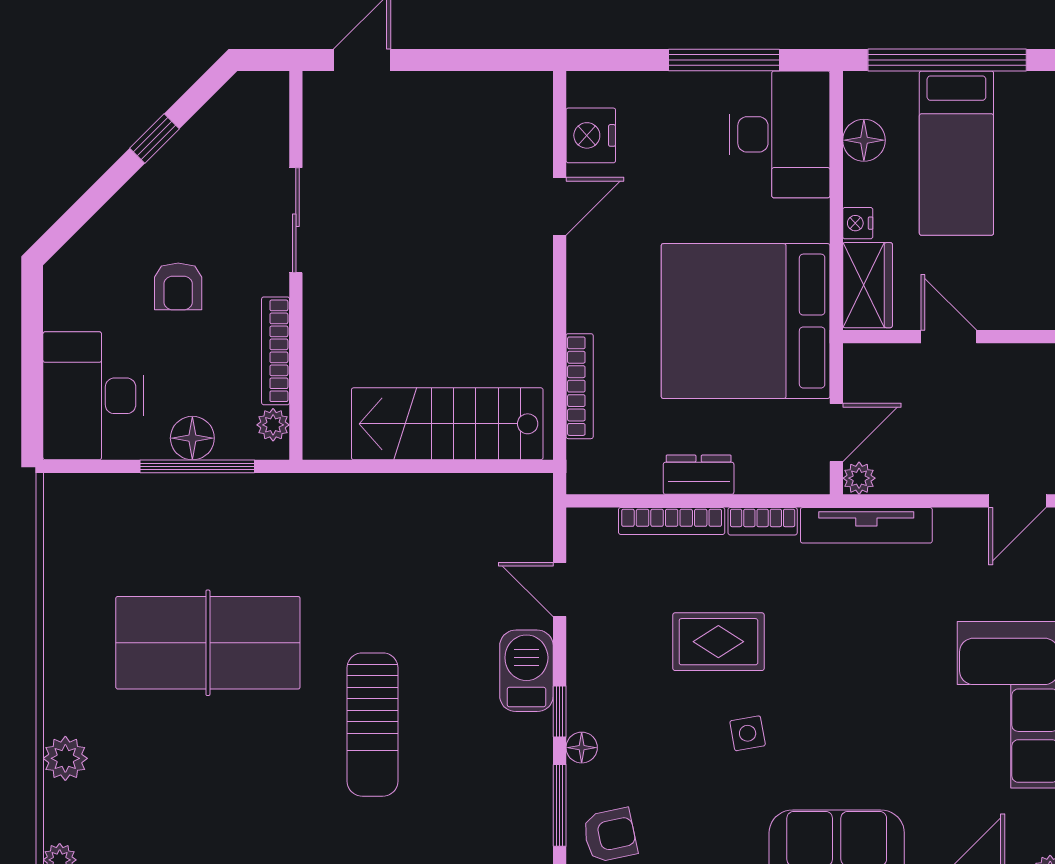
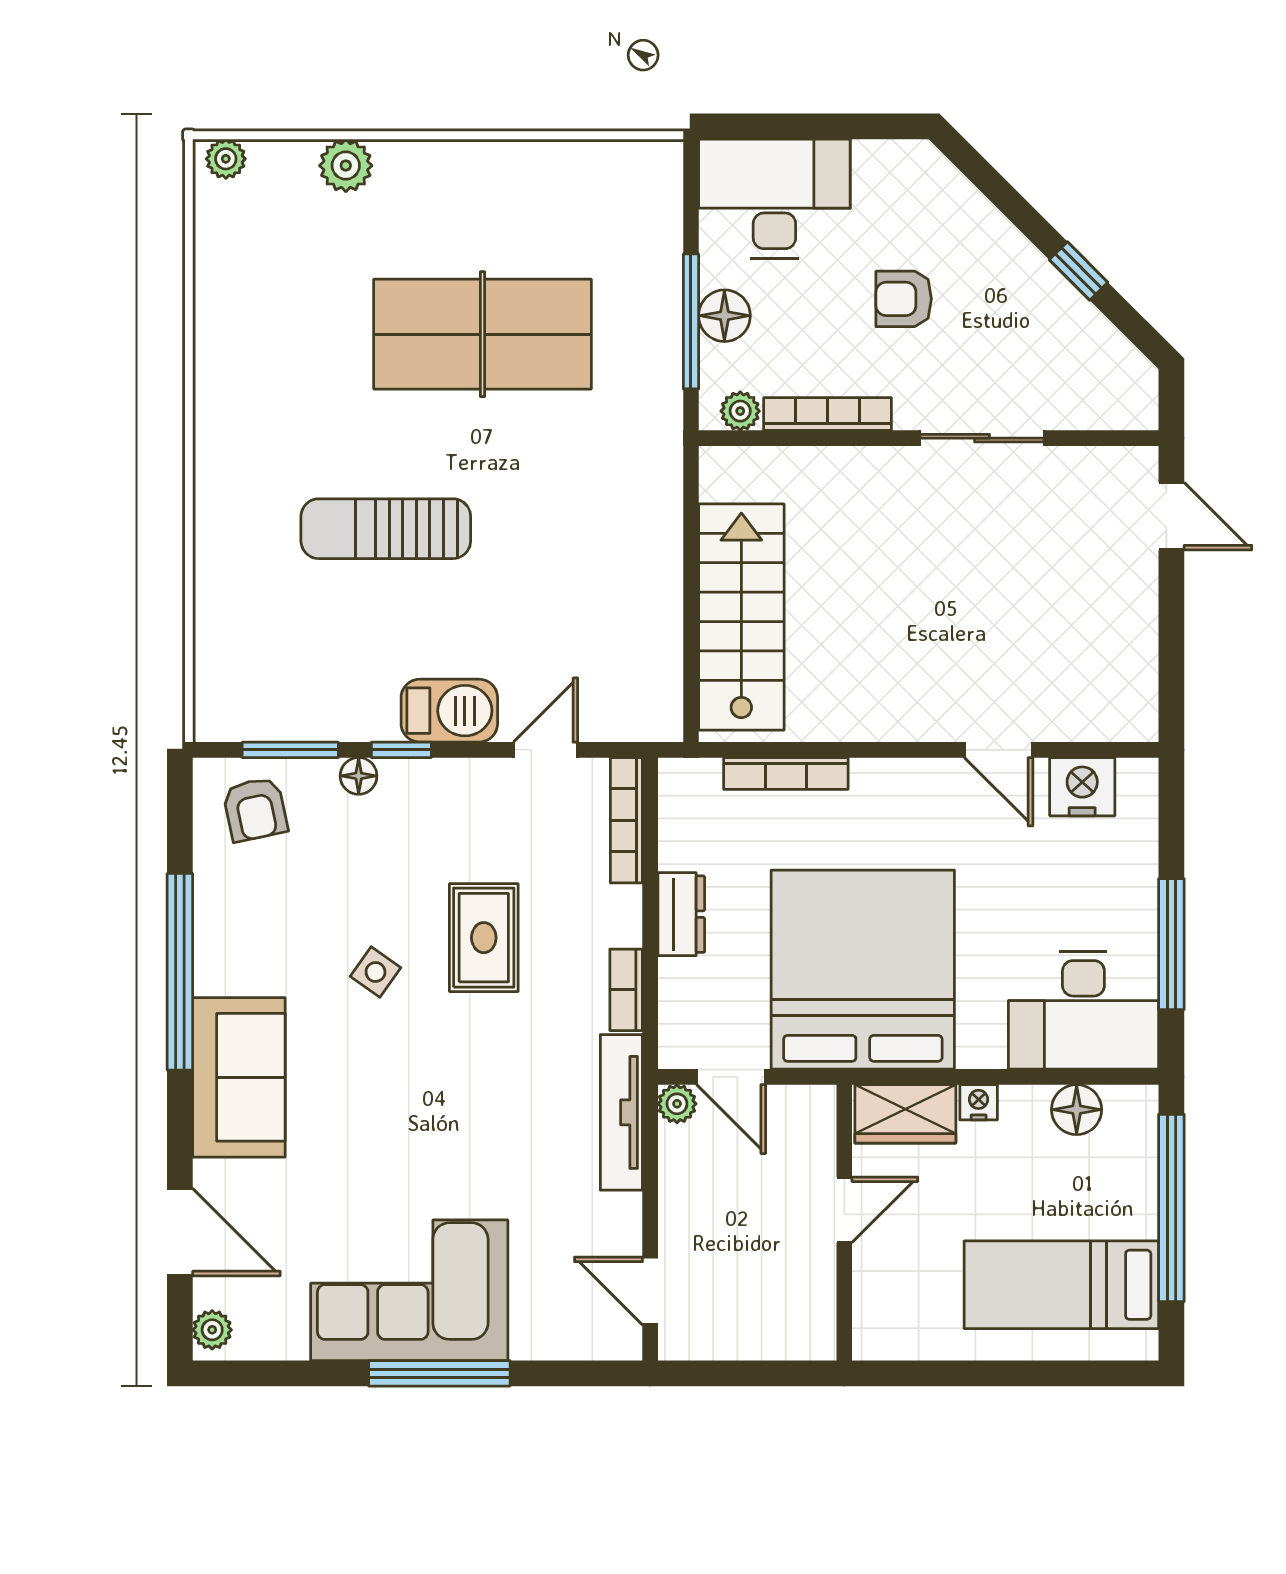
bed: (956, 153) -> (1061, 1285), moved
bookcase: (672, 521) -> (626, 820), moved
table tennis table: (208, 643) -> (483, 334), turned 90
side table: (748, 733) -> (376, 972), turned 45

